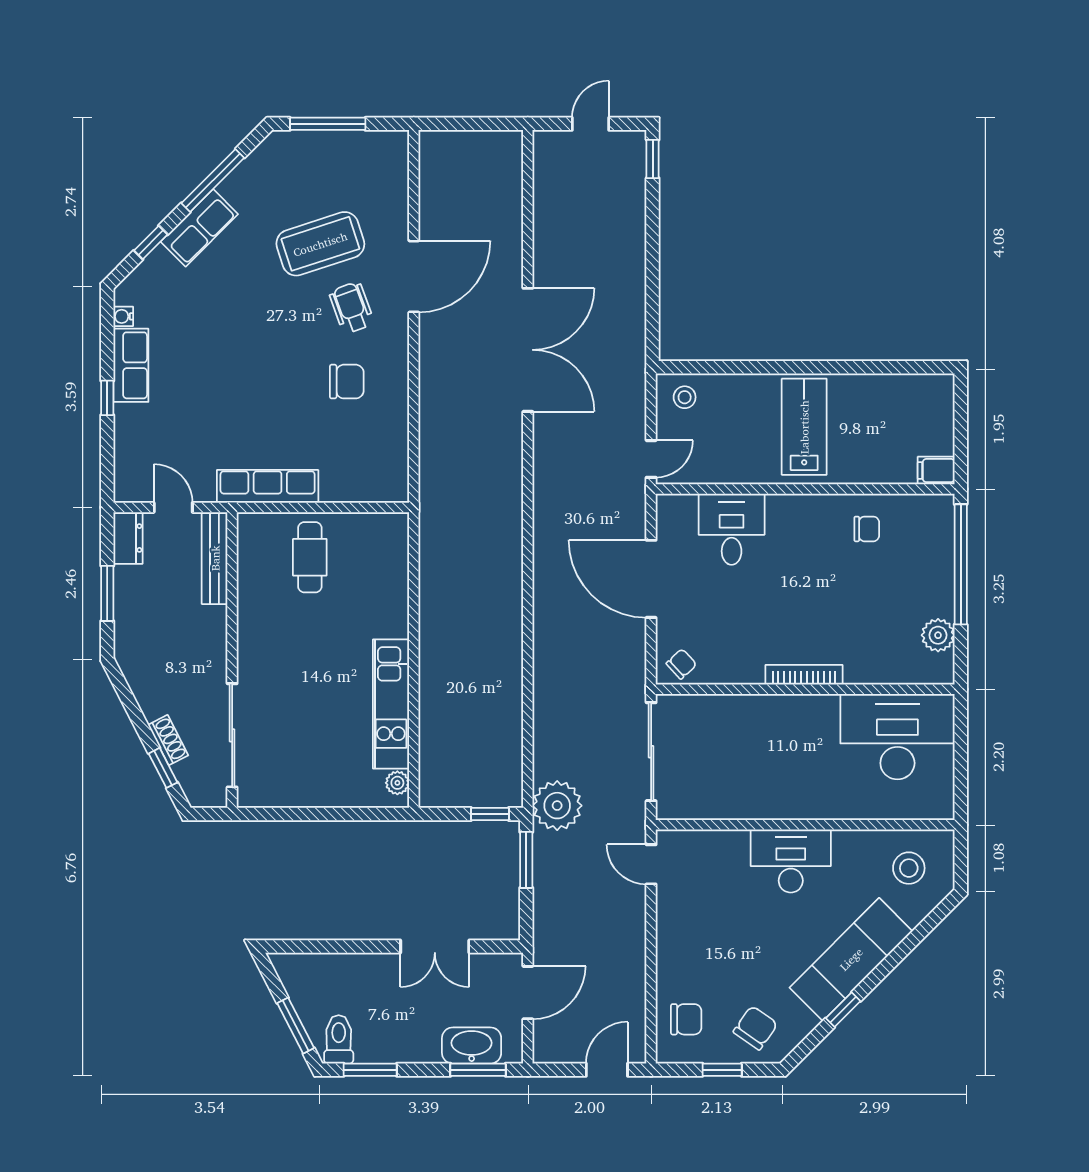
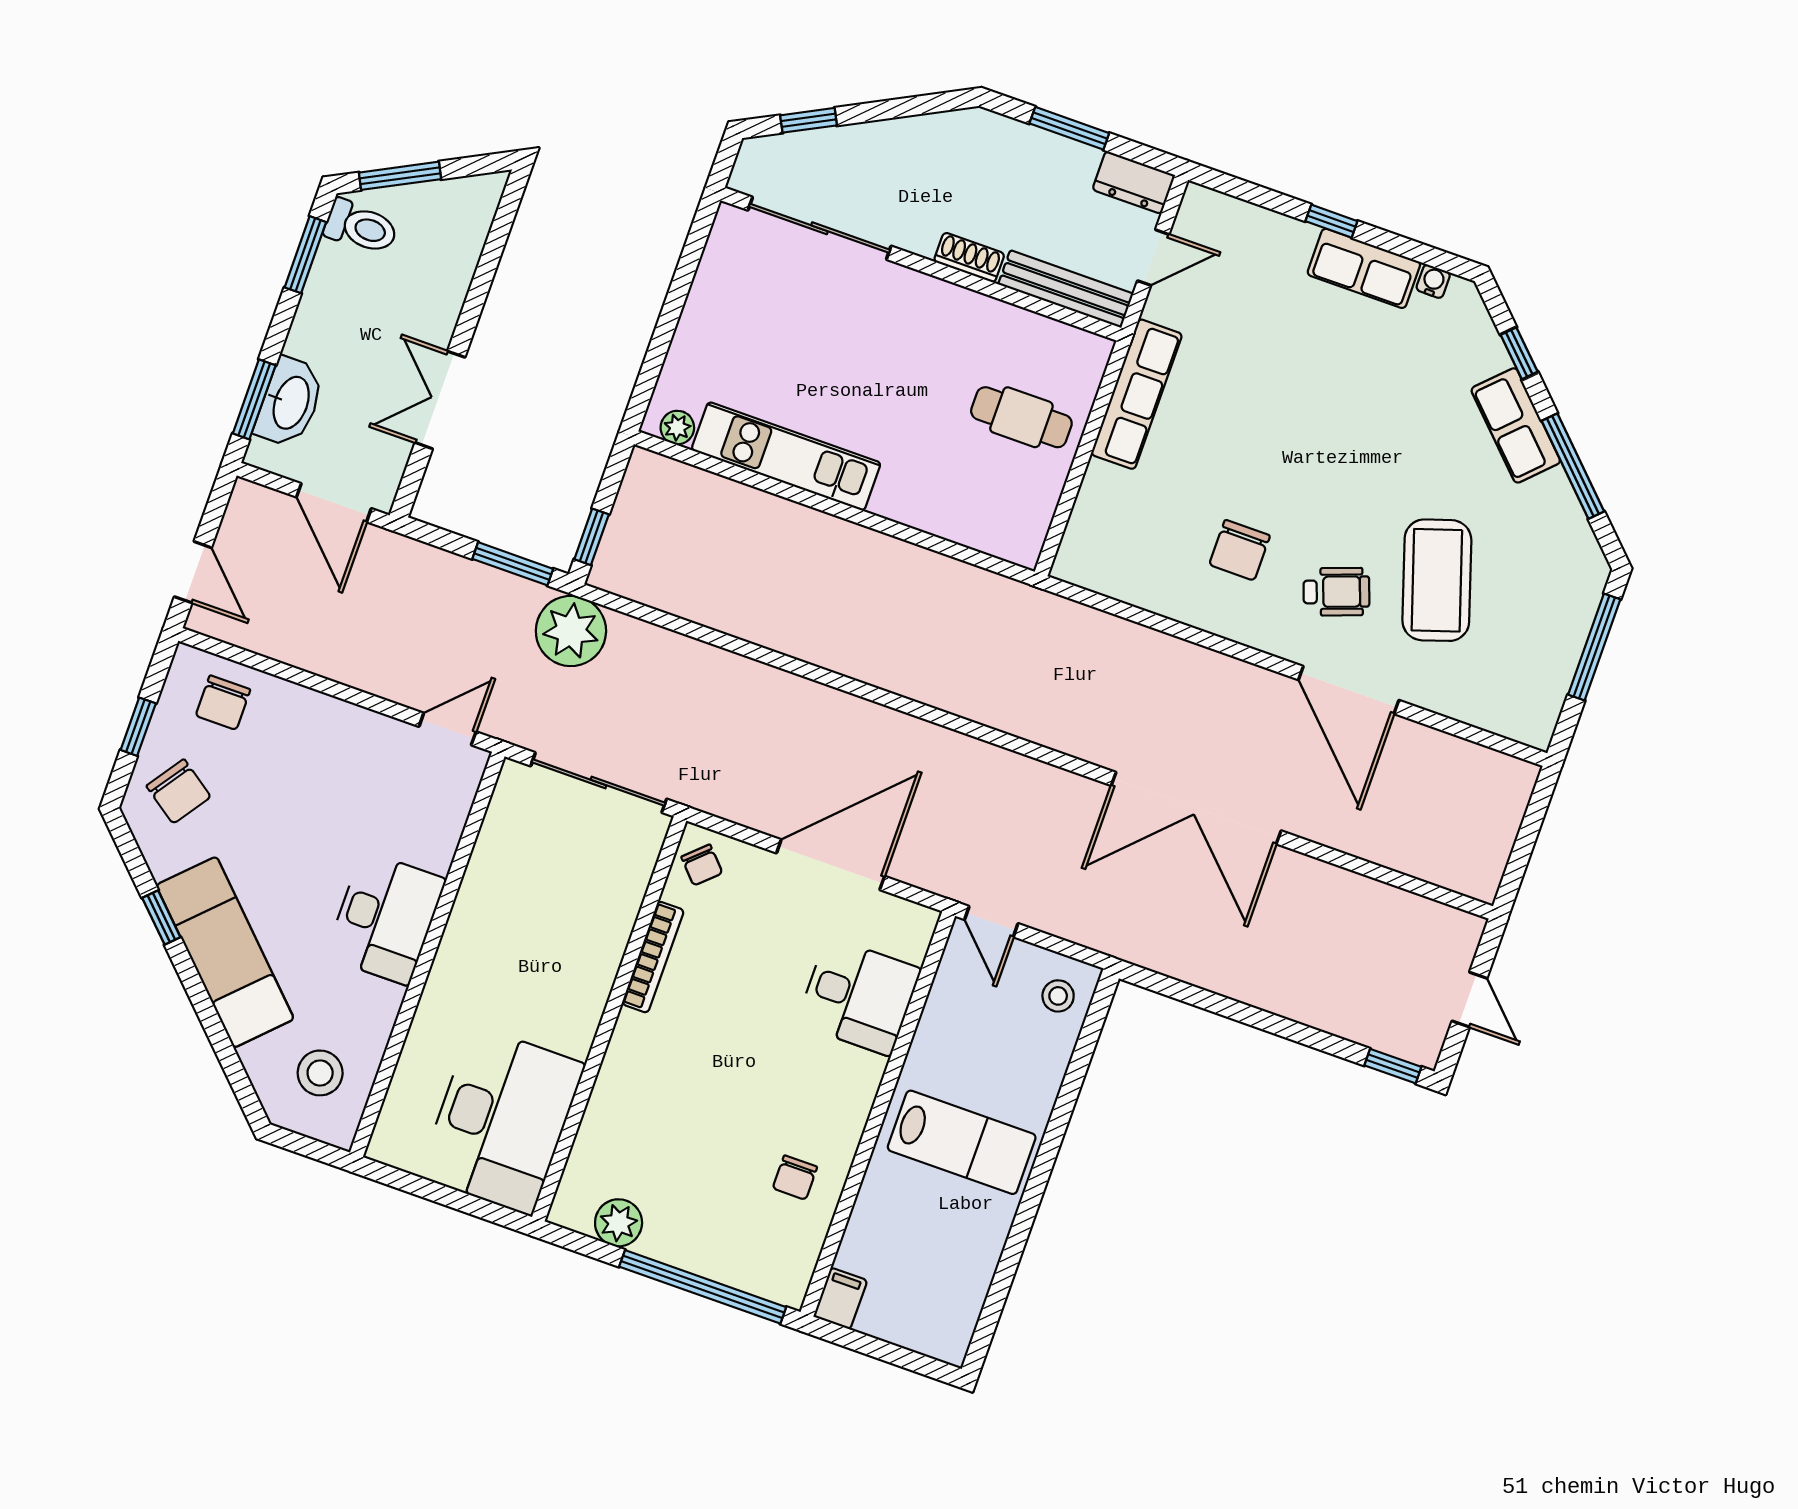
bookcase: (804, 675) -> (653, 957), moved
shoe rack: (168, 740) -> (969, 258), moved, turned -153

